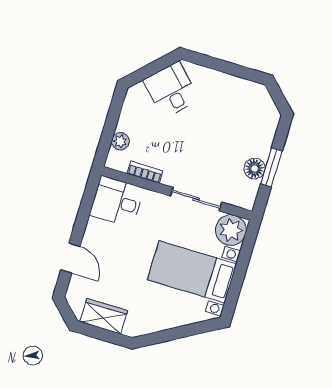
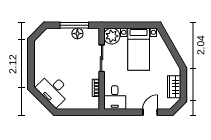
desk: (171, 90) -> (53, 90), width x1.37
plant: (120, 141) -> (84, 105), removed
window: (271, 167) -> (74, 25), width x1.44

